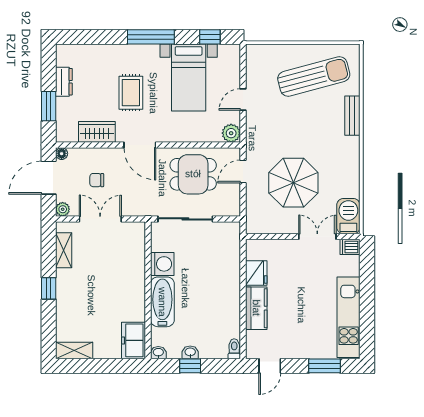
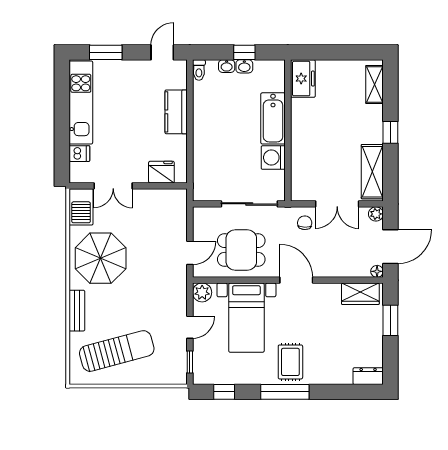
window: (243, 66) -> (190, 362), added
sun lounger: (314, 76) -> (117, 351), turned 180
bed with nightstands: (189, 78) -> (246, 318), moved, turned 180
dresser: (64, 82) -> (368, 376), moved, turned 90
rug: (131, 93) -> (290, 362), moved
wardrobe: (97, 132) -> (360, 294), moved
chair: (97, 180) -> (305, 223), moved, turned -88
parasol: (293, 183) -> (101, 258), moved
dishwasher: (350, 247) -> (79, 154), moved
shelving: (64, 250) -> (372, 172), width x1.50, depth x1.33
fridge: (256, 273) -> (161, 172), moved, turned 90
shelving: (74, 350) -> (375, 85), moved, turned 90
washbasin: (158, 353) -> (227, 66), moved

